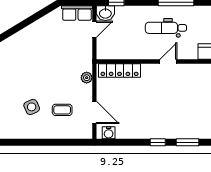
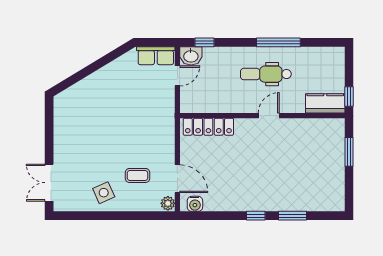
plant: (87, 78) -> (168, 203), moved
side table: (32, 107) -> (104, 193), moved

